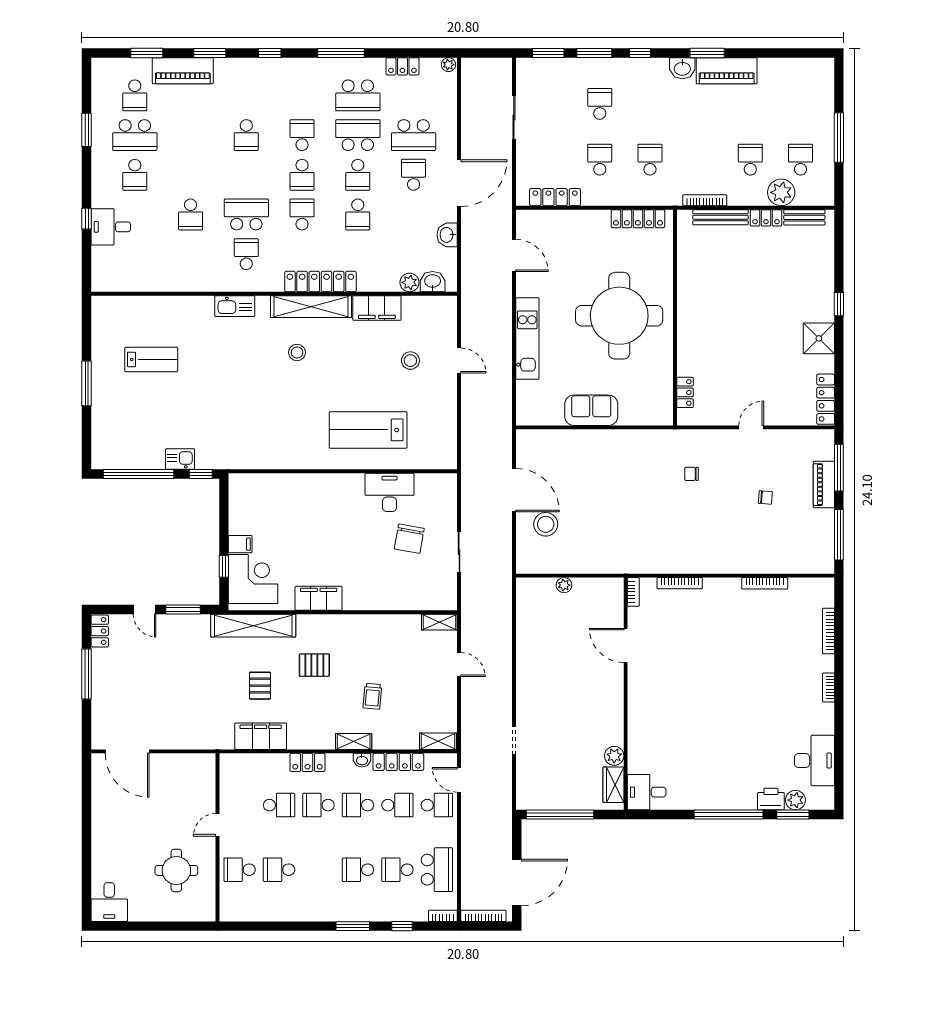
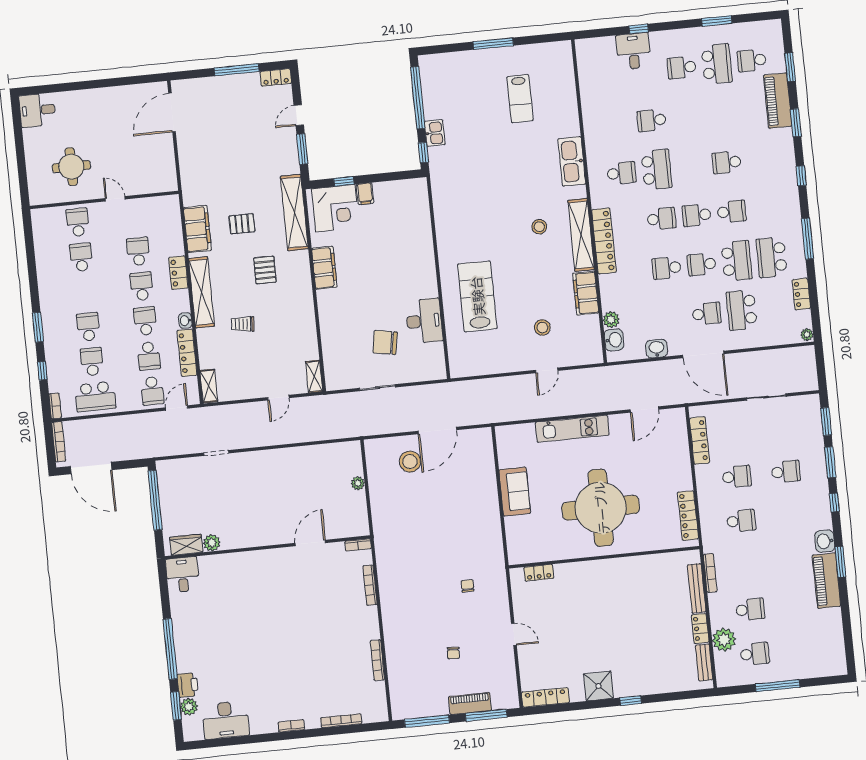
school desk: (135, 135) -> (717, 64), turned 180
kitchen sink: (235, 306) -> (572, 161), width x1.36, depth x1.24
shelving: (354, 741) -> (201, 292), width x2.20, depth x1.33
school desk: (279, 805) -> (138, 251), turned 180

